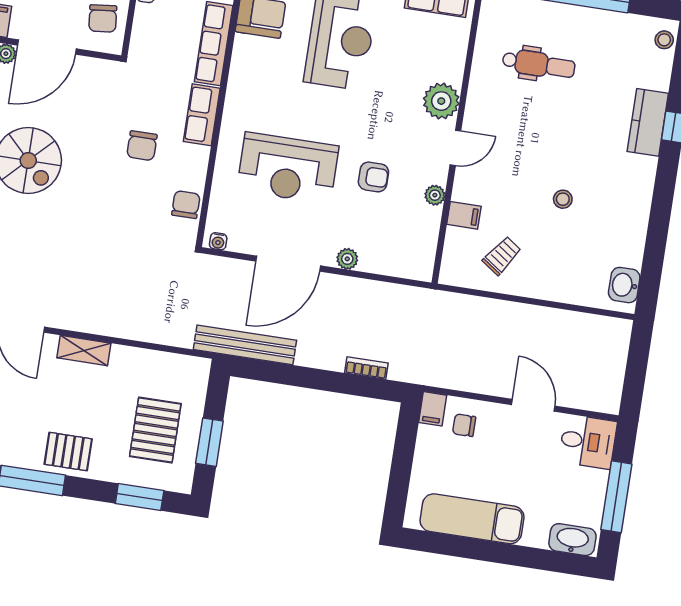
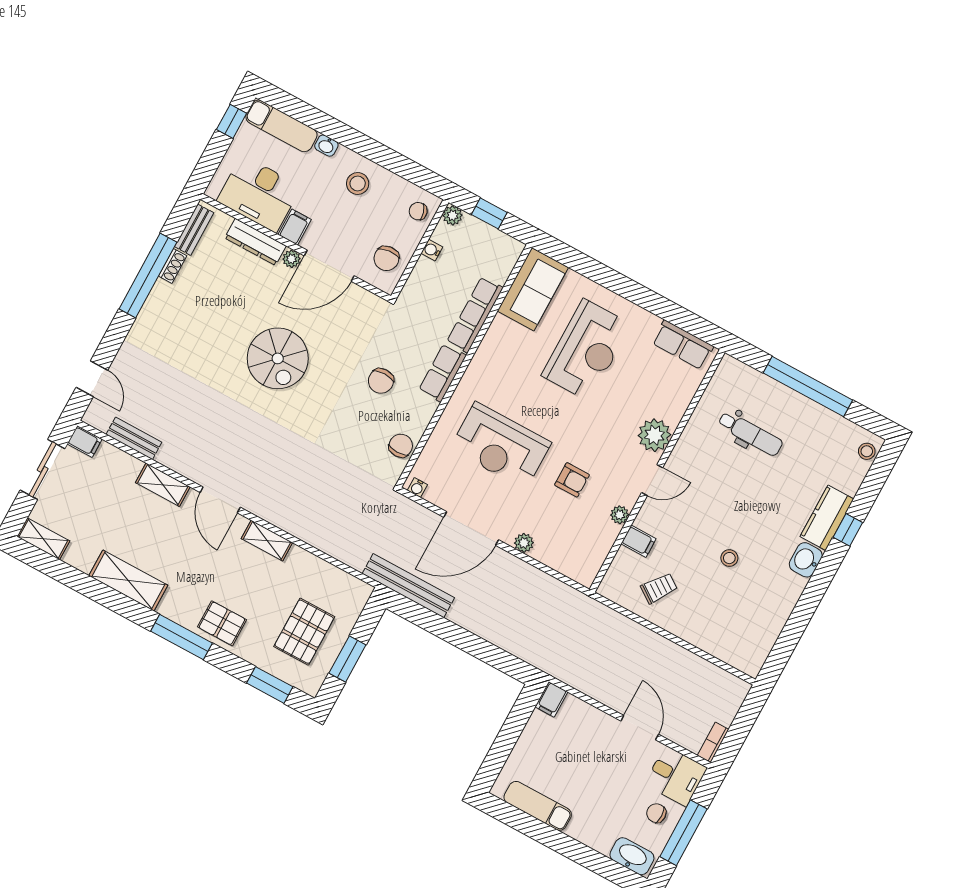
washbasin: (624, 285) -> (806, 560), moved
bookcase: (366, 368) -> (713, 742), moved, turned -90
chair: (464, 425) -> (656, 813), moved
exam couch: (472, 519) -> (538, 806), width x0.73, depth x0.69

